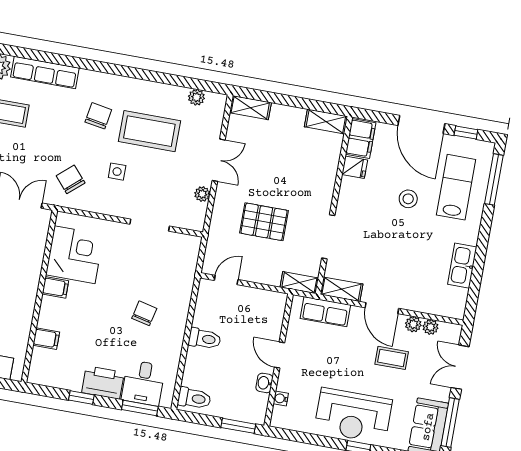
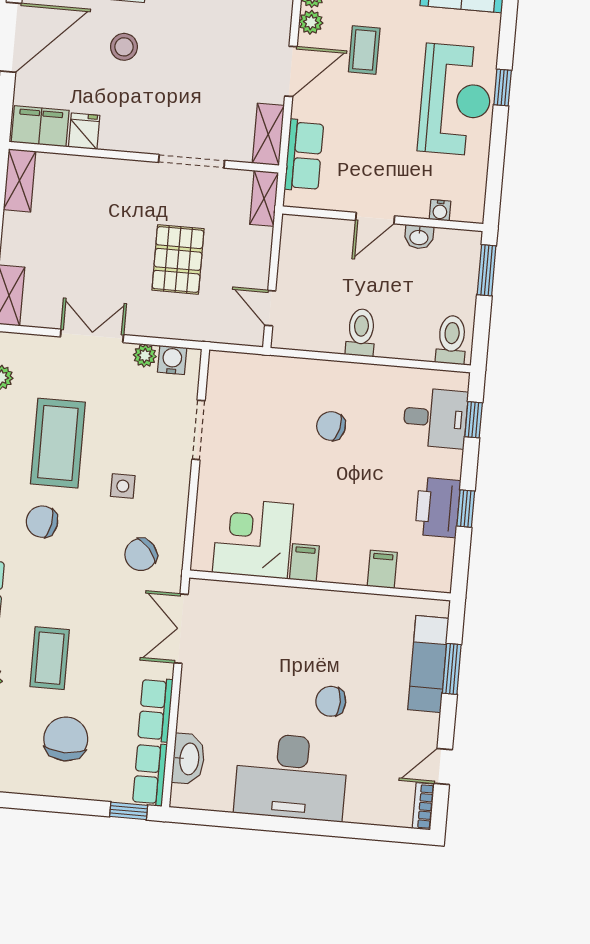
water cooler: (198, 212) -> (172, 360), added
printer: (103, 383) -> (438, 507), moved
window: (140, 408) -> (474, 420), width x0.67

